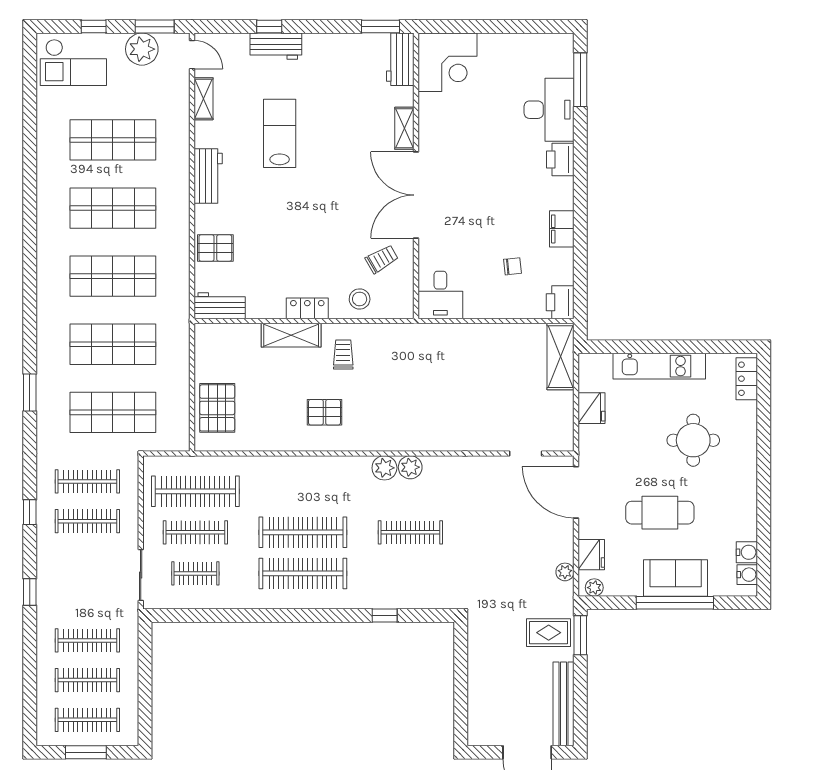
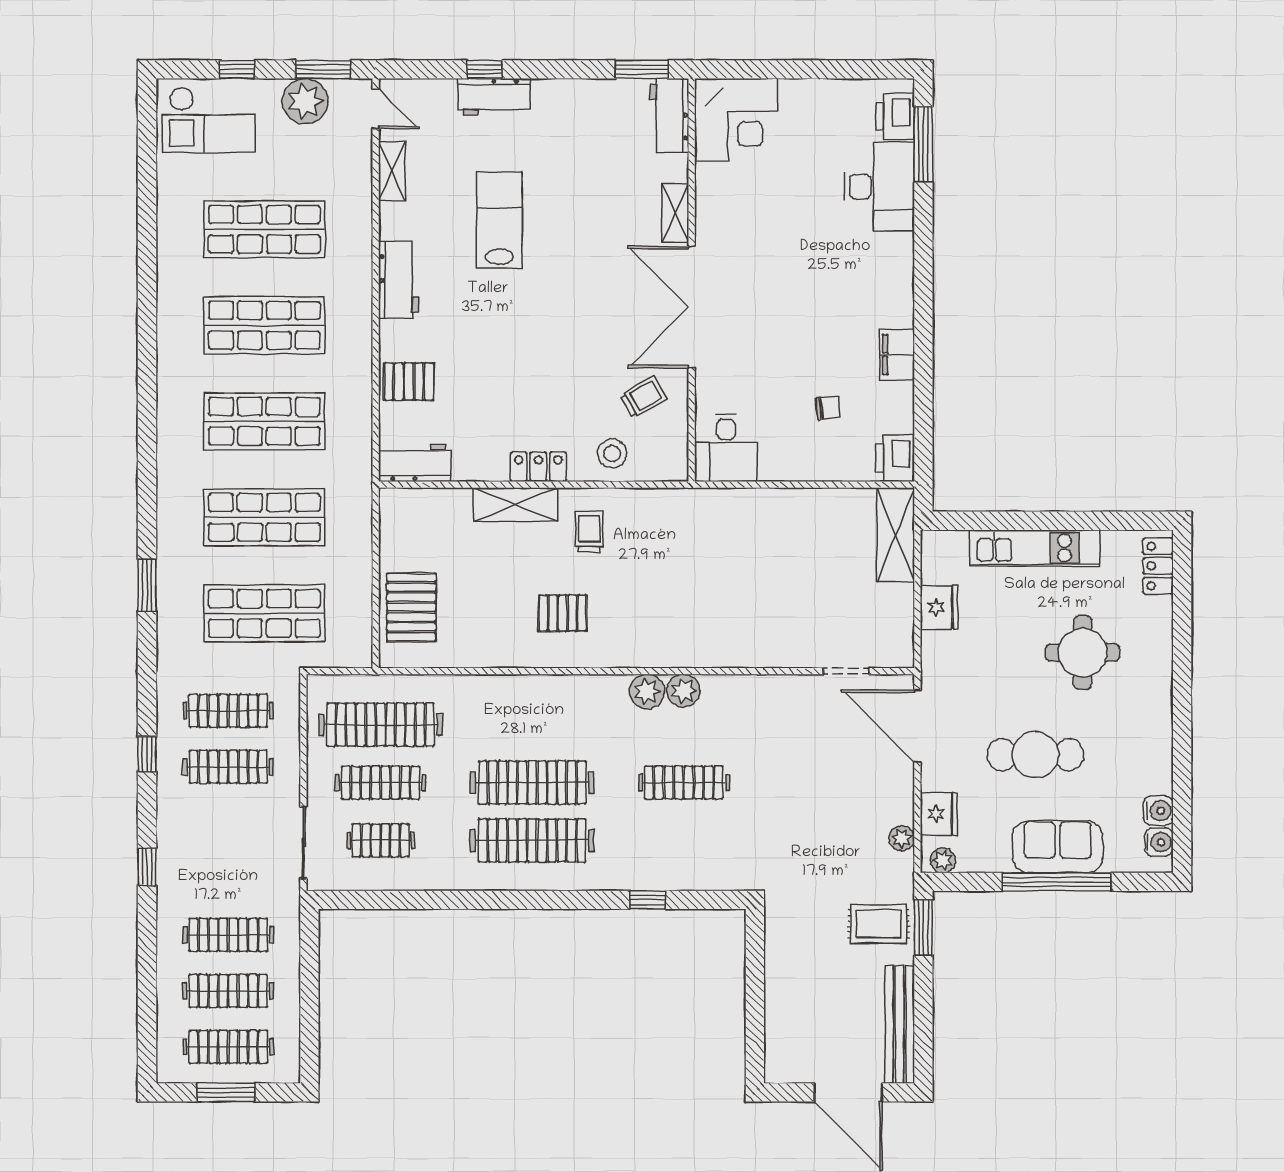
printer: (560, 160) -> (895, 116), moved

